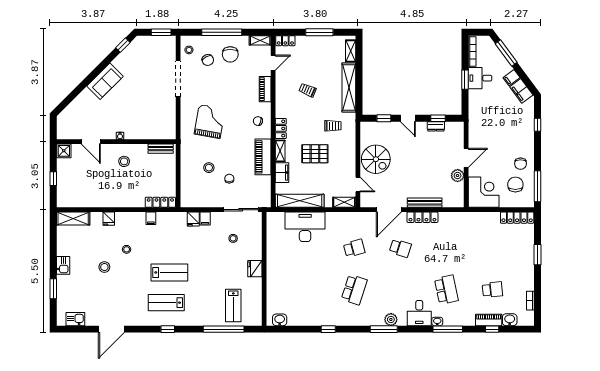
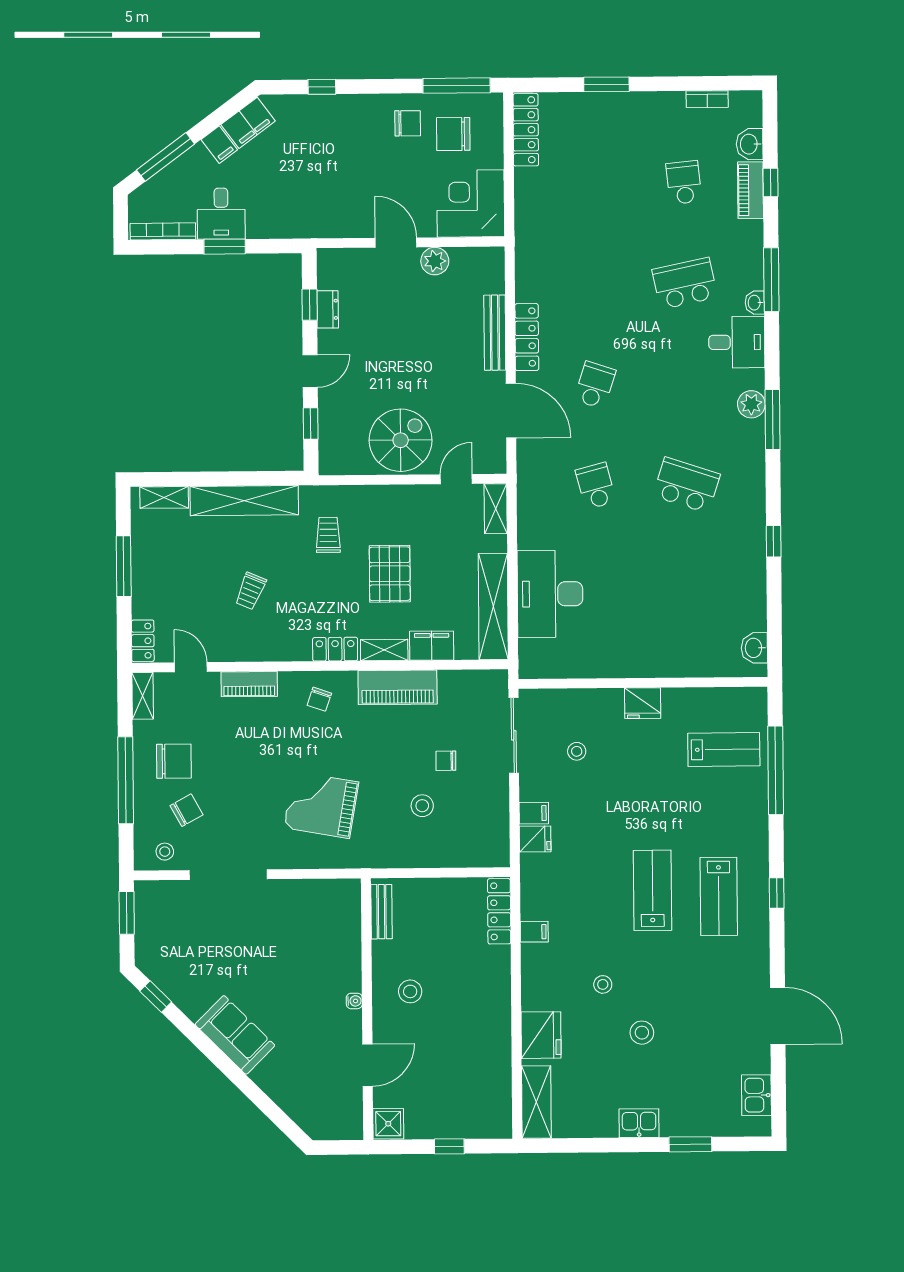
fridge: (109, 219) -> (541, 1035), width x1.88, depth x1.34

